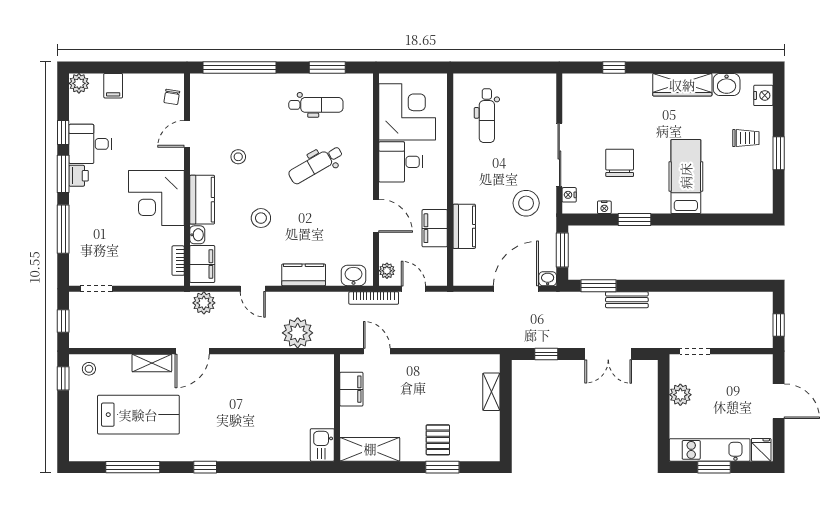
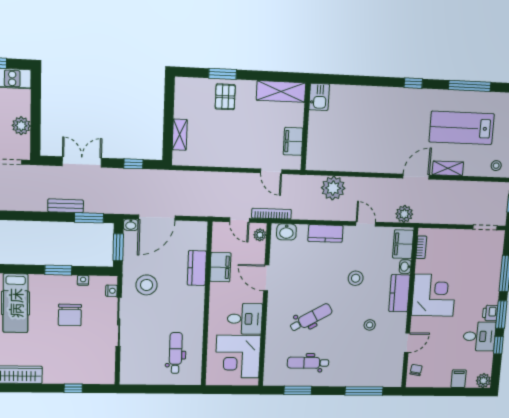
window: (239, 67) -> (364, 391), width x0.68

